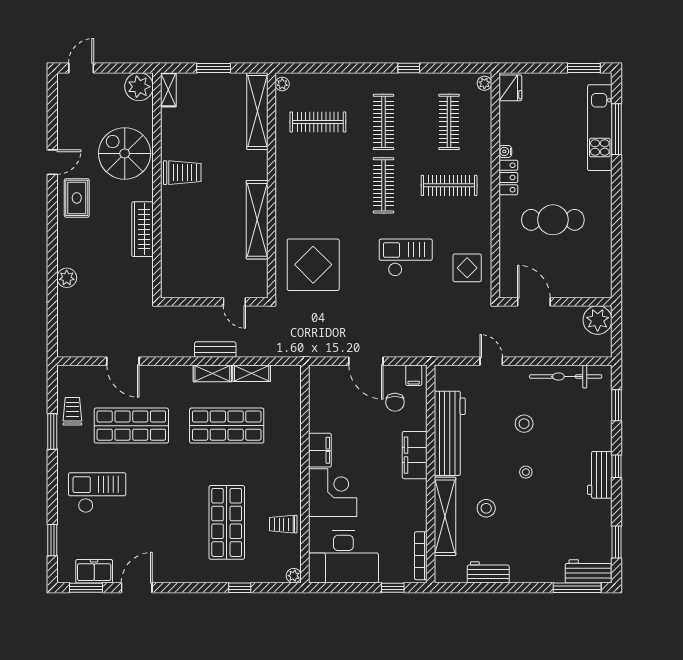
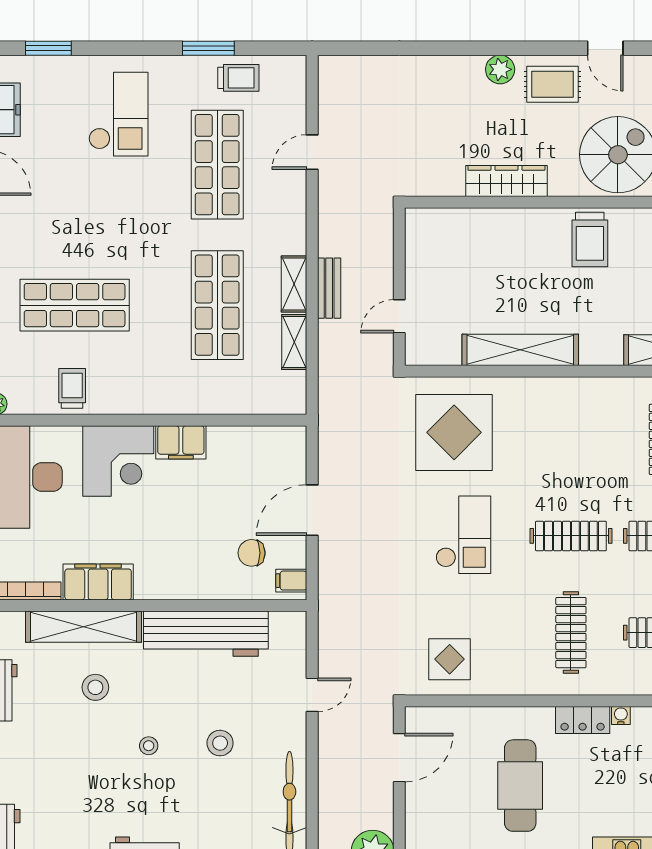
checkout: (406, 257) -> (463, 535), moved
plant: (67, 278) -> (500, 69), moved
door: (123, 361) -> (312, 152), width x0.73
filing cabinet: (415, 455) -> (98, 582), moved

